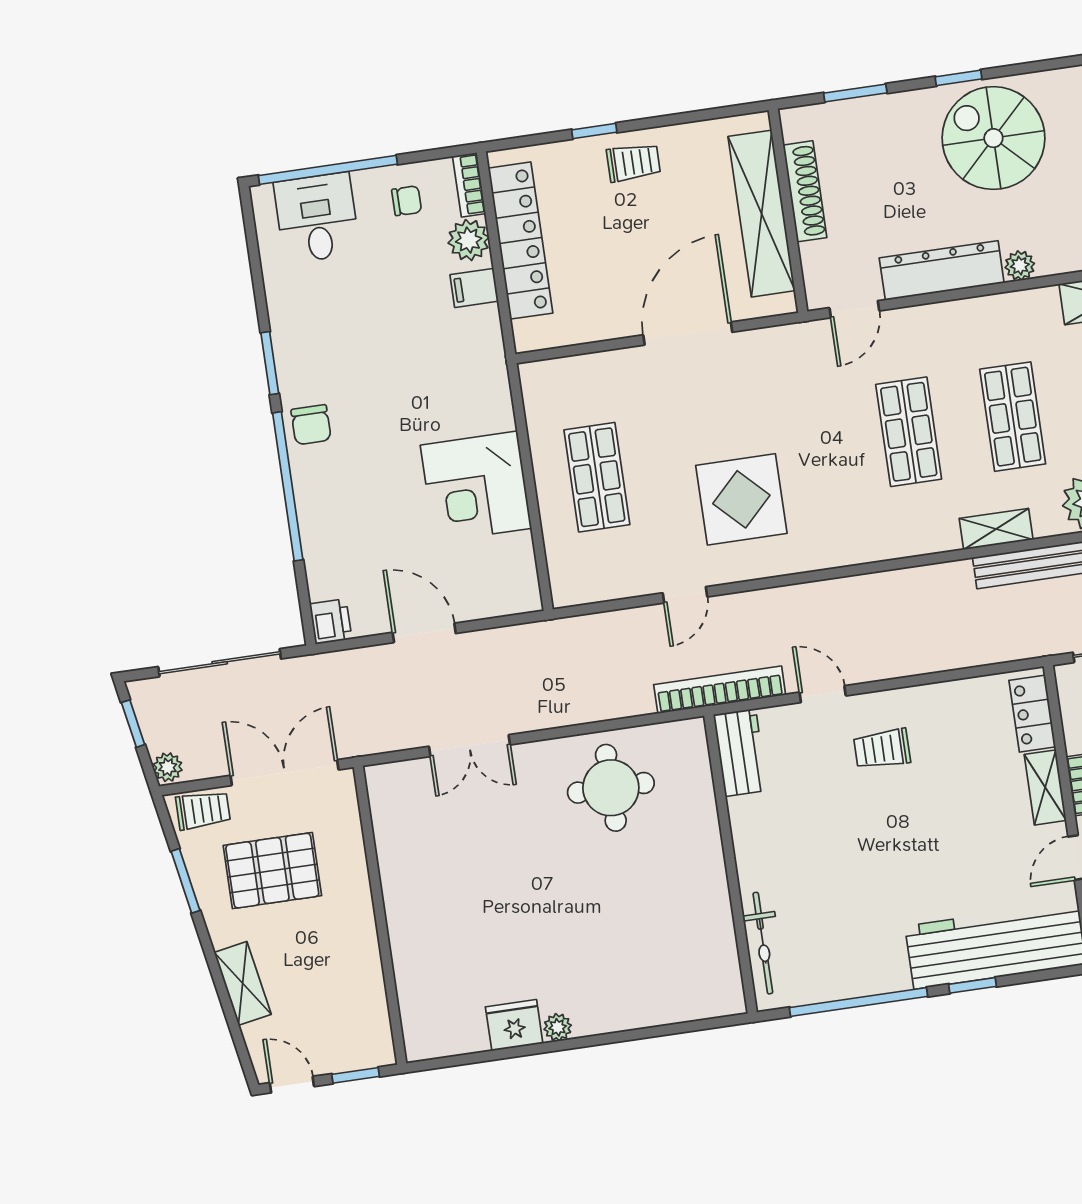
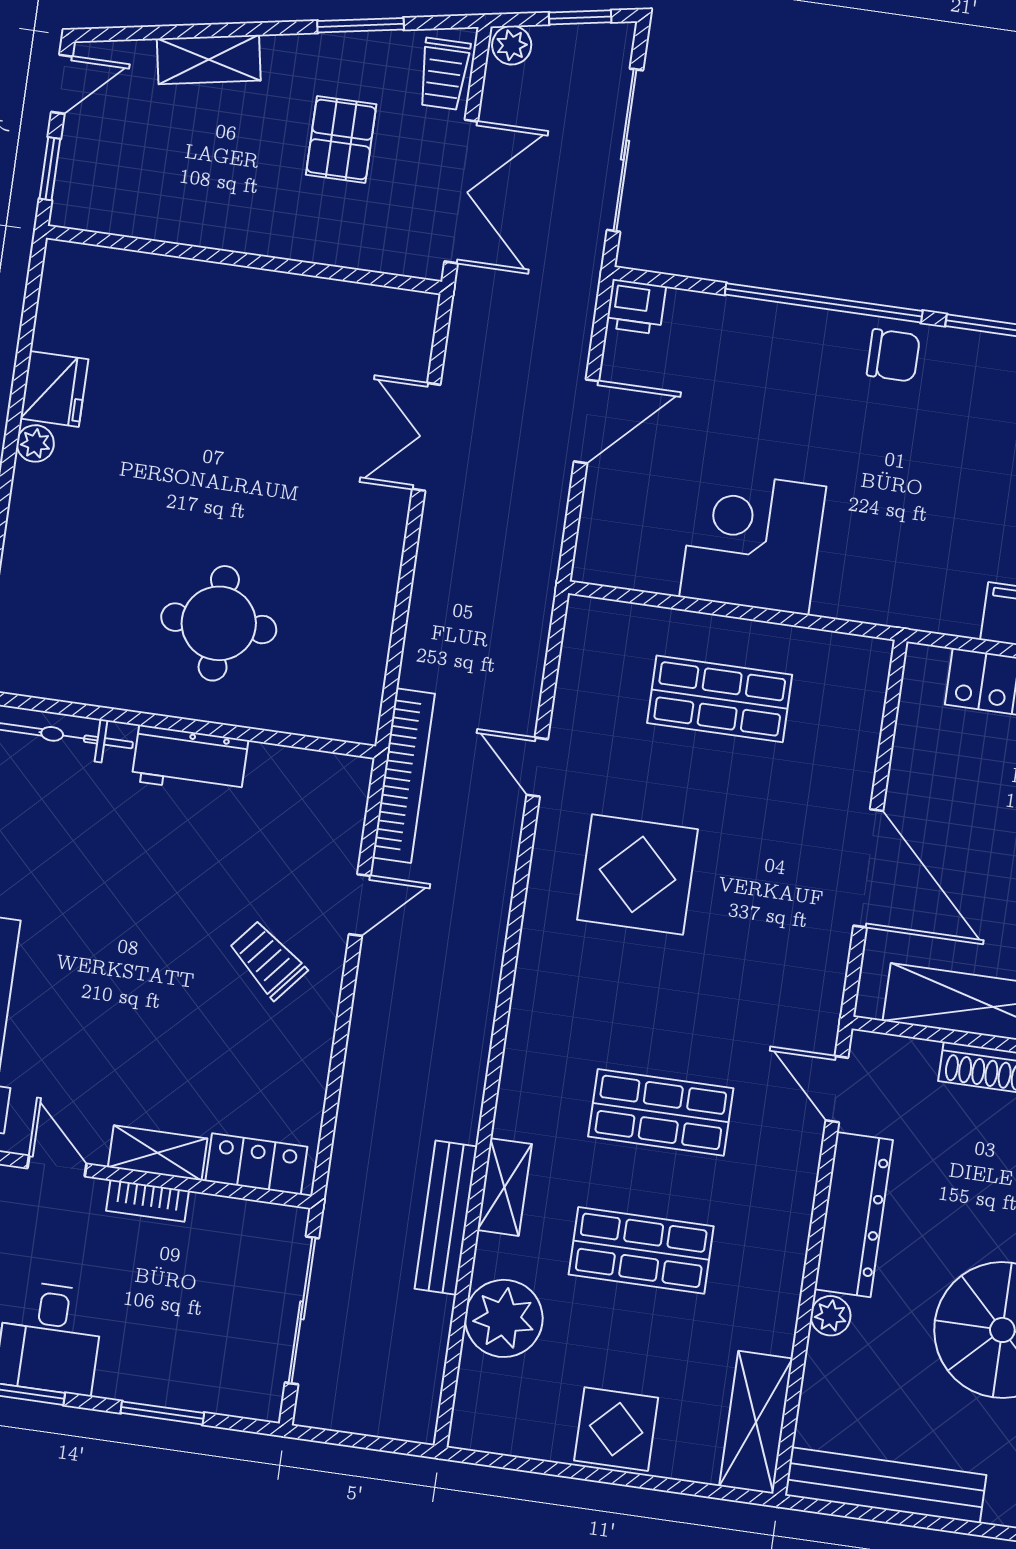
chair: (311, 425) -> (893, 355), turned 180
trolley: (882, 749) -> (268, 960), turned -50
workbench: (740, 752) -> (190, 761), moved
round table: (611, 788) -> (219, 623), moved
pallet: (272, 871) -> (341, 140), width x0.67, depth x0.71

